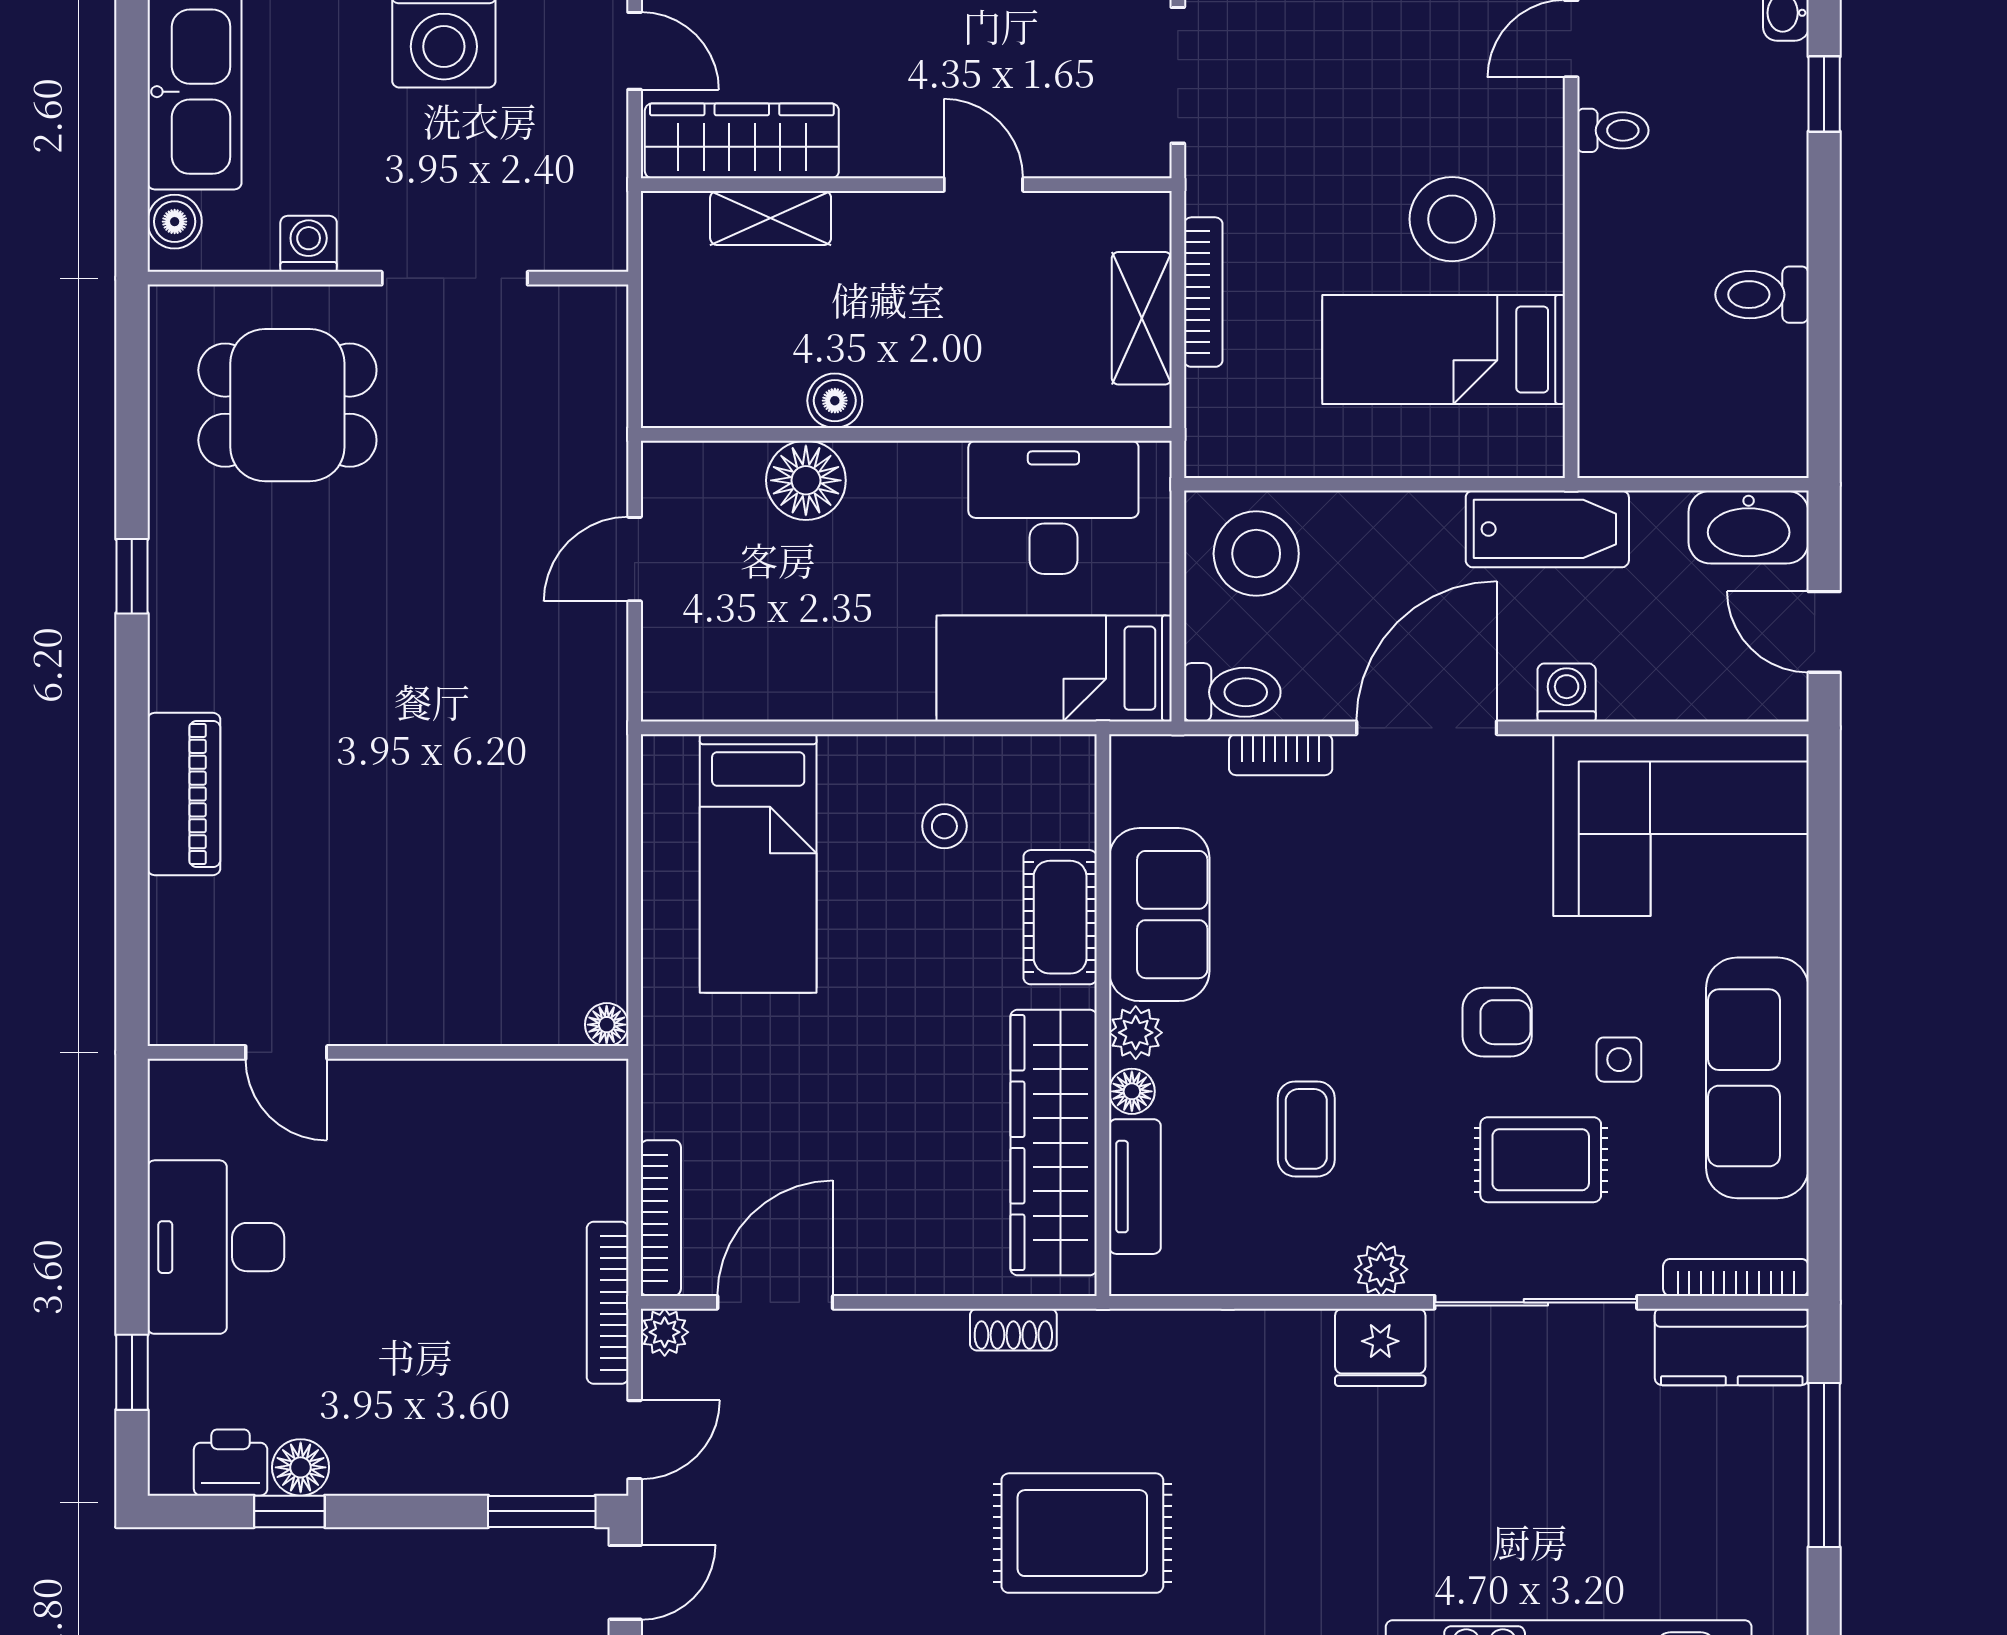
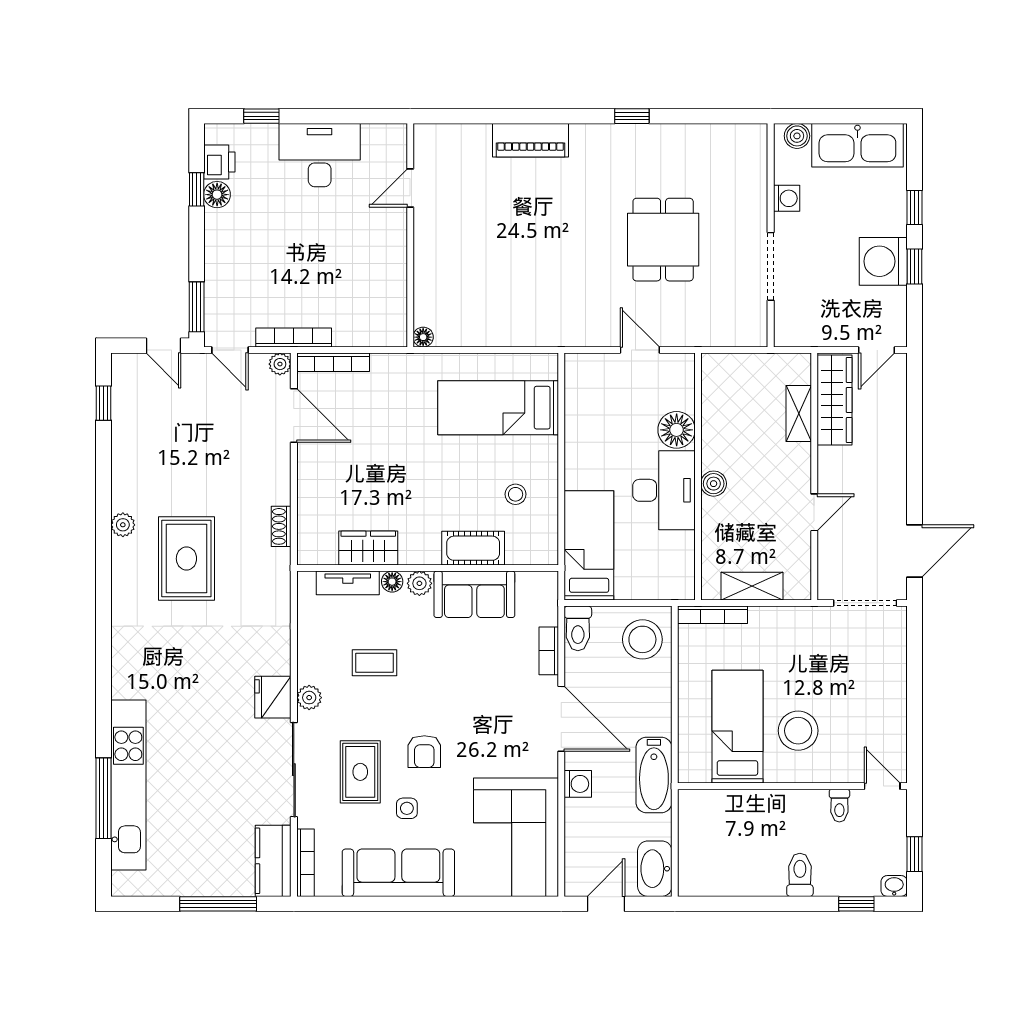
bookcase: (1203, 292) -> (712, 615), moved
toilet: (1762, 295) -> (800, 875), moved
boiler: (835, 401) -> (714, 484), moved
dining table: (287, 405) -> (663, 240), moved
desk: (1053, 507) -> (664, 490), moved
wardrobe: (1054, 1143) -> (368, 548), width x0.48, depth x0.85

